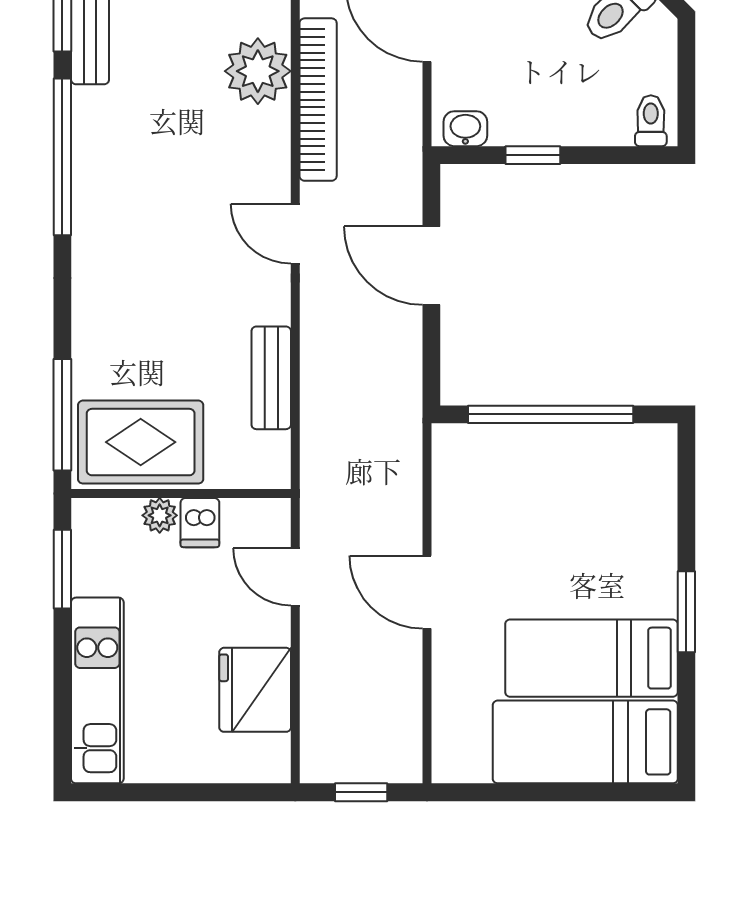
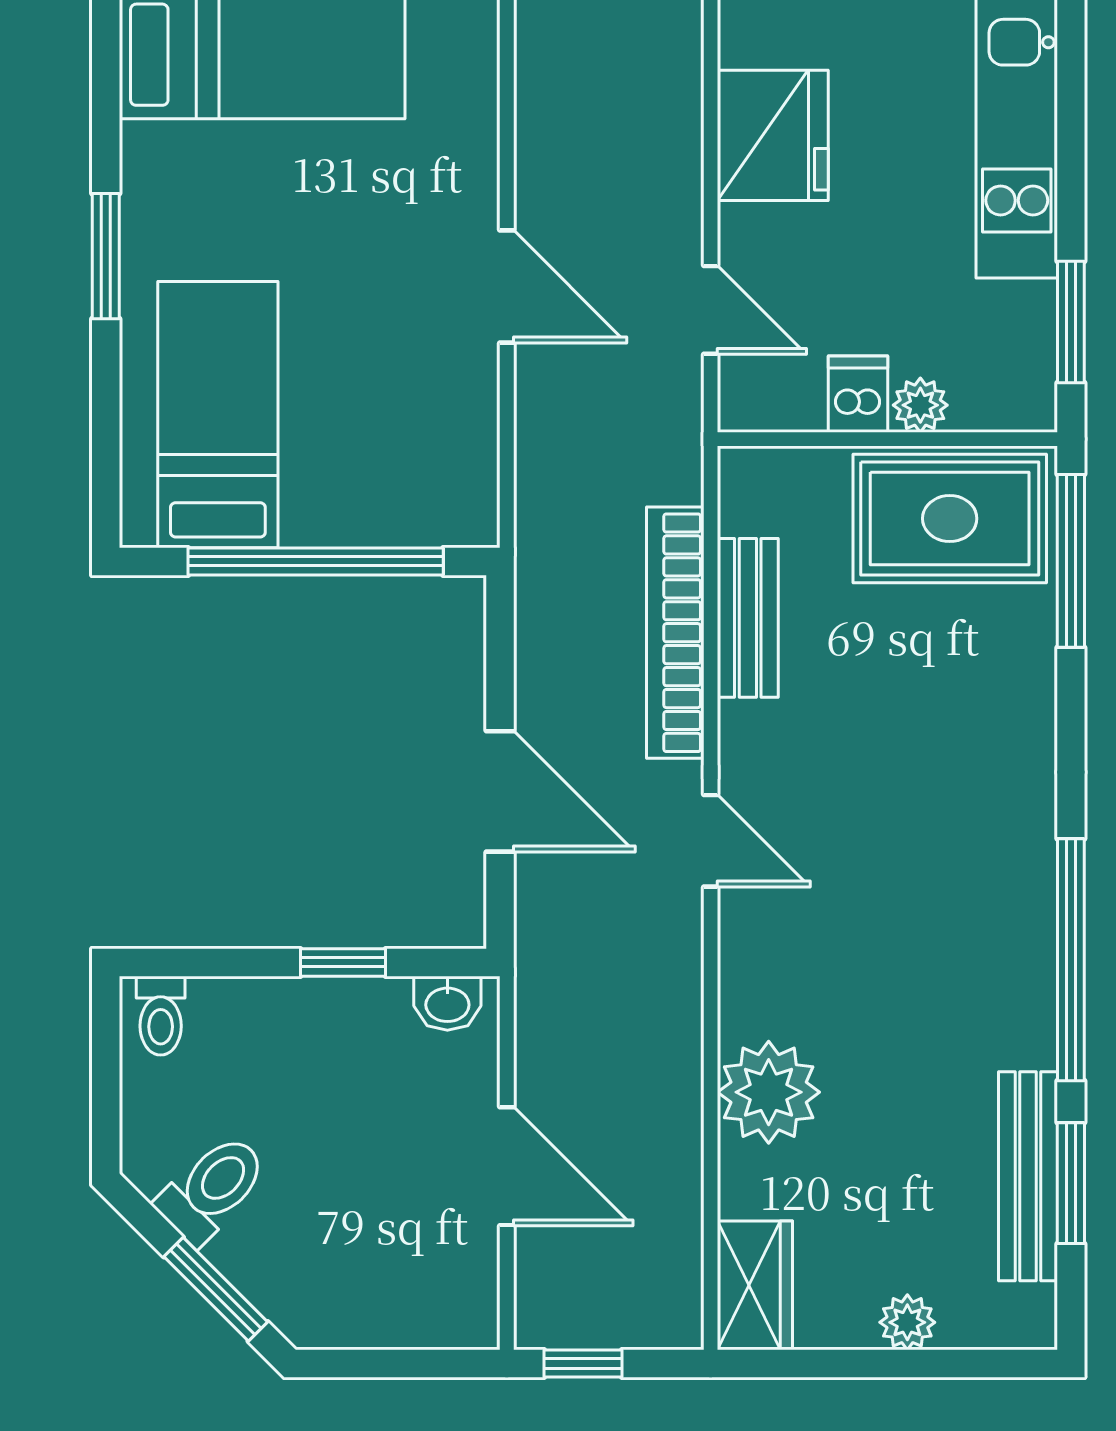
bookcase: (318, 100) -> (675, 633), moved
bed: (591, 658) -> (218, 415), moved, turned -90

